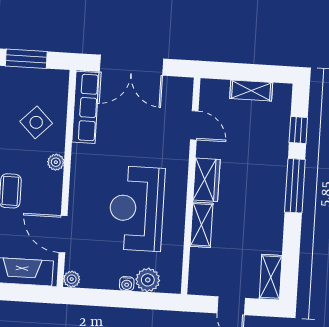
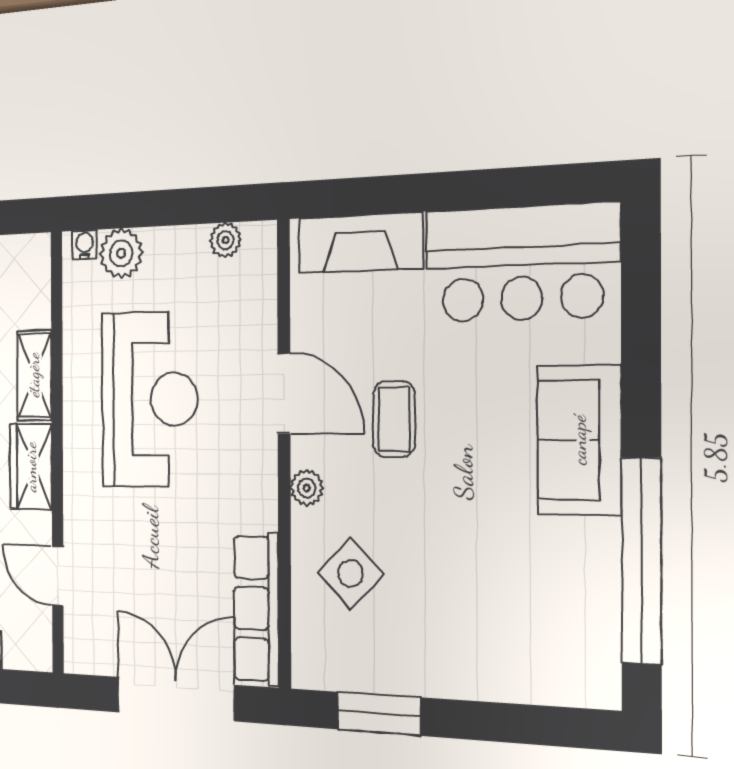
door: (63, 234) -> (284, 393), moved
plant: (72, 279) -> (225, 240), moved
water cooler: (127, 284) -> (85, 245), moved

